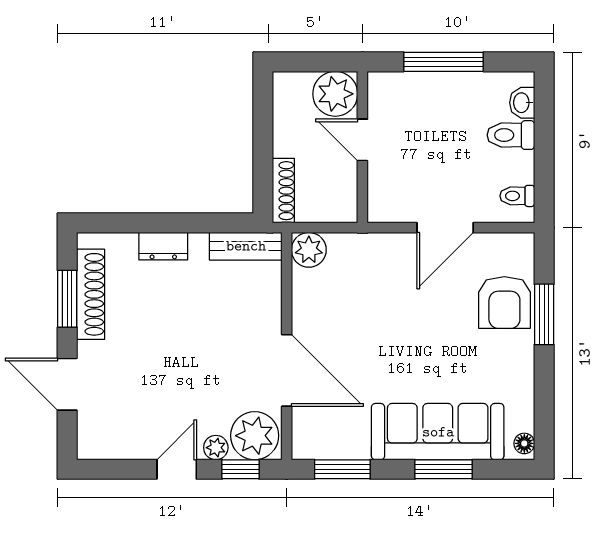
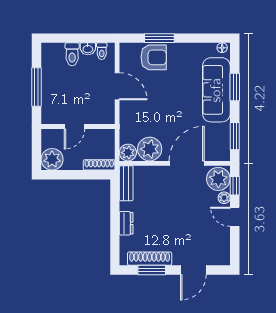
plant: (335, 94) -> (52, 159), moved
washbasin: (522, 103) -> (88, 49), moved
plant: (316, 294) -> (150, 149), added

